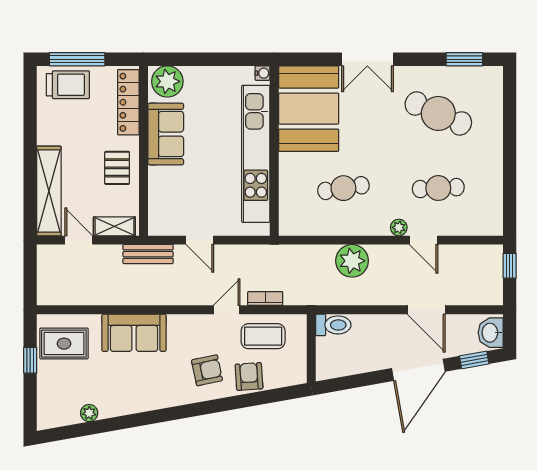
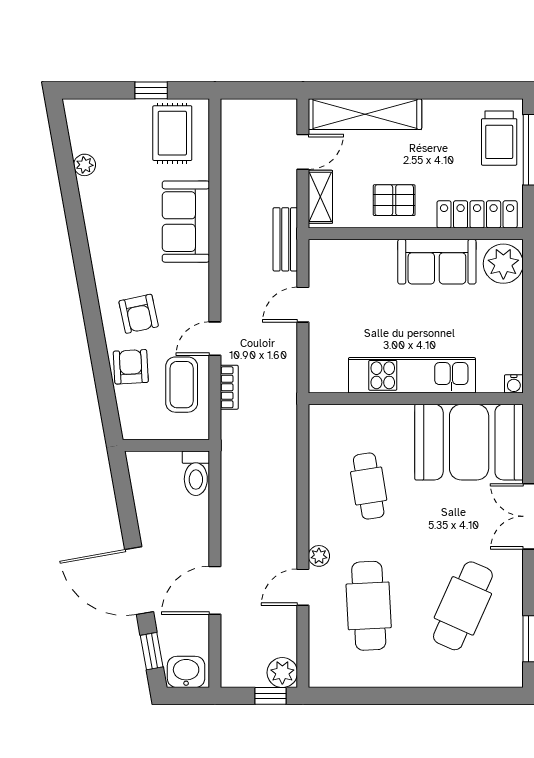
kitchen unit: (256, 154) -> (412, 375), width x0.73
cafe table: (438, 188) -> (369, 606), width x1.37, depth x1.35
plant: (352, 261) -> (282, 673), moved, width x0.73, depth x0.73
door: (227, 310) -> (215, 339), swing flipped
armchair: (249, 376) -> (131, 367), turned -89

